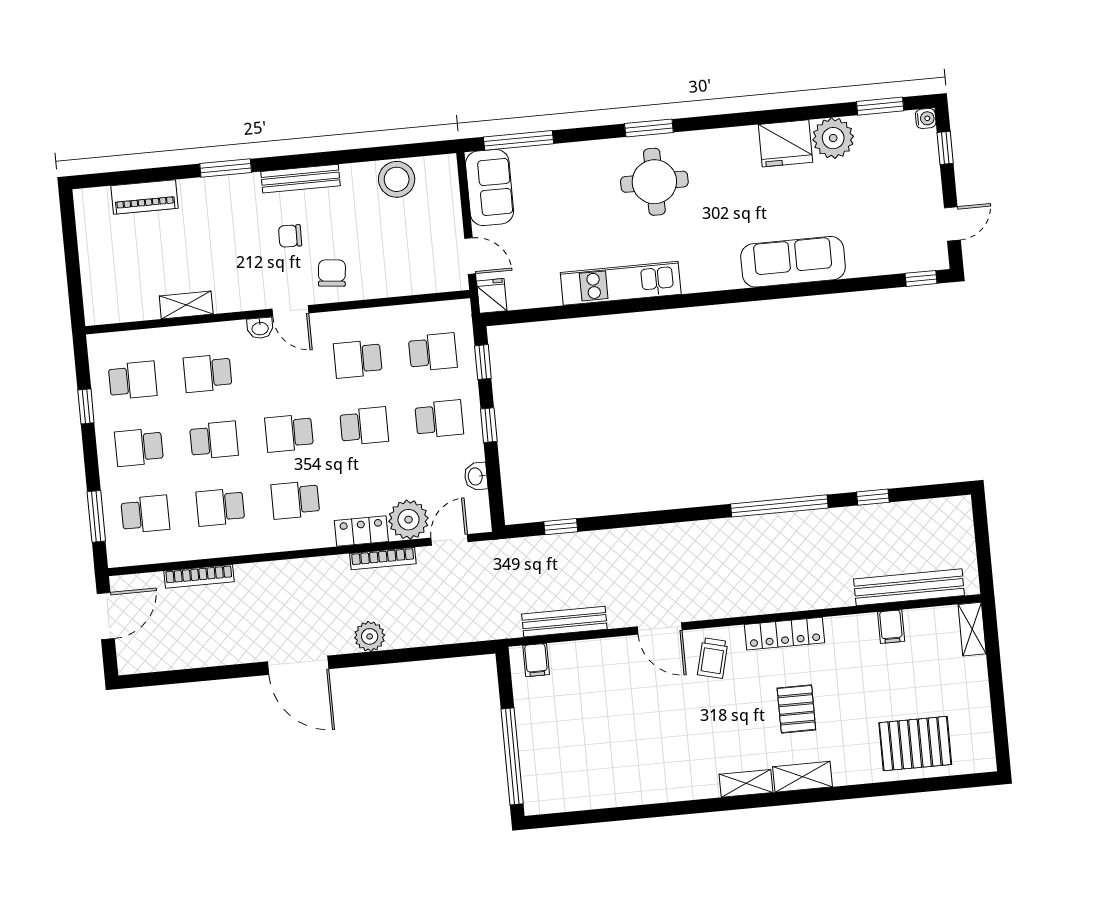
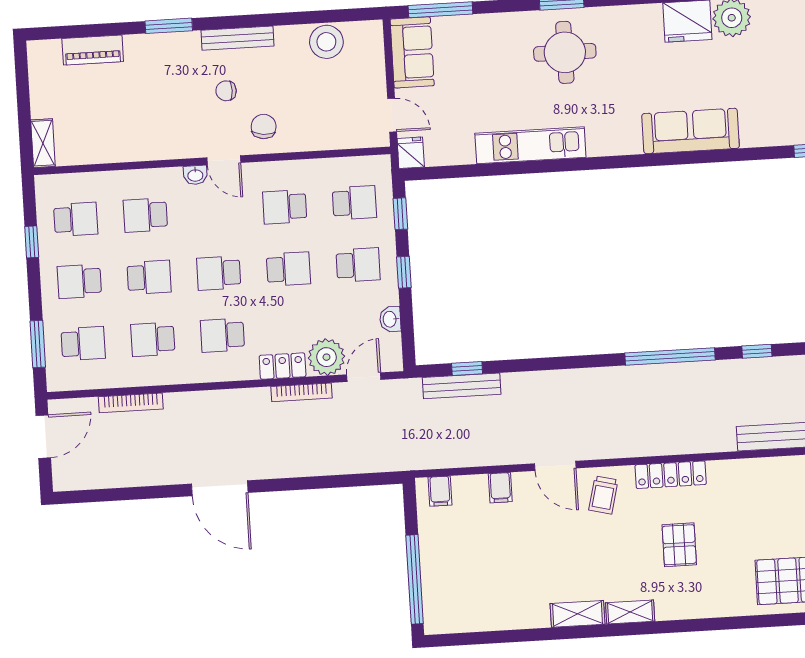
shelving: (186, 305) -> (43, 143), moved, turned 90
bench: (564, 622) -> (462, 386), moved
filing cabinet: (891, 627) -> (500, 488), moved
plant: (370, 636) -> (287, 464), removed
shelving: (802, 777) -> (577, 614), moved

